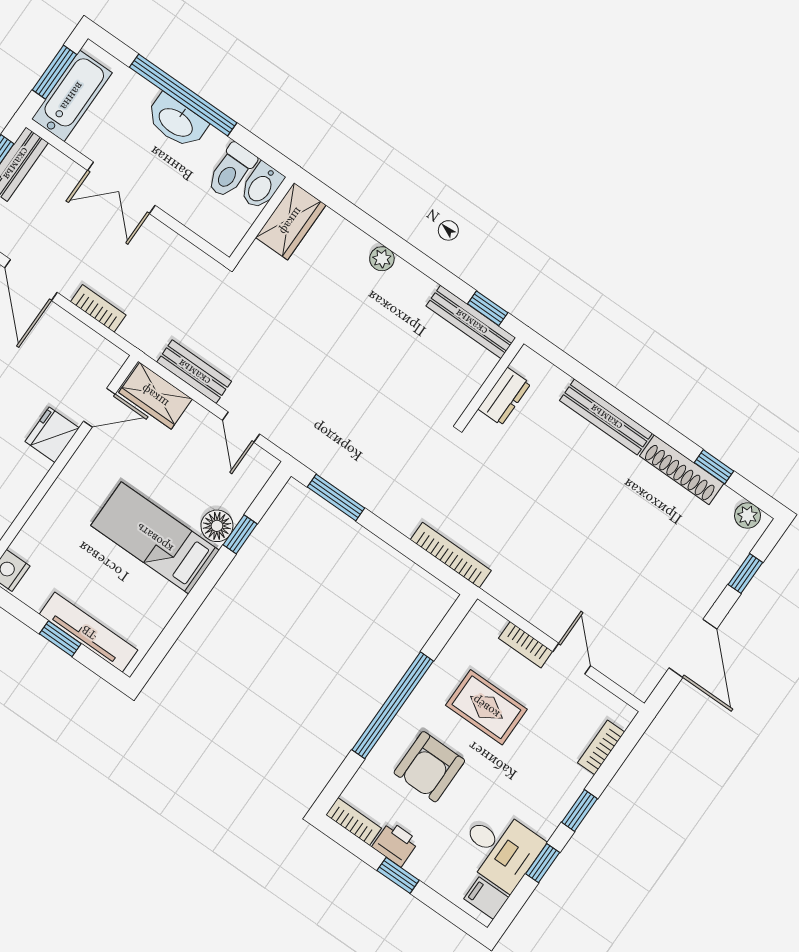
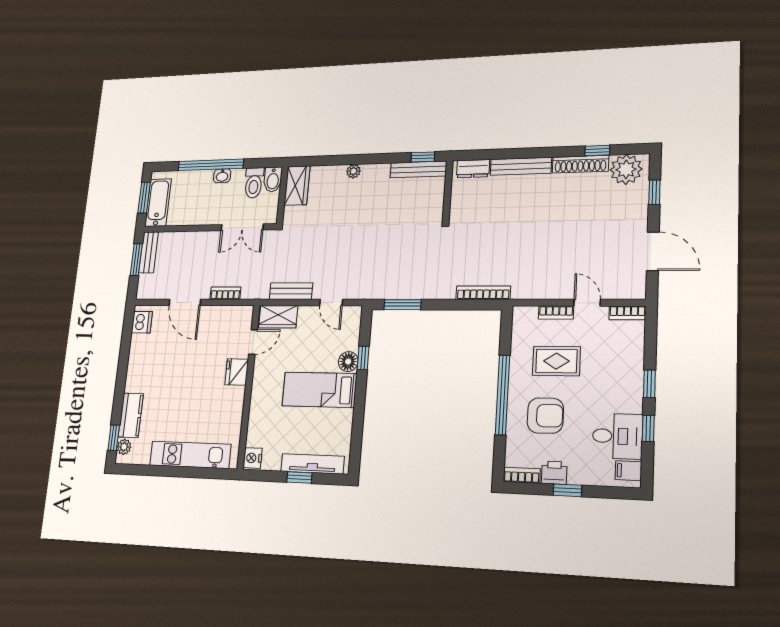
washbasin: (176, 122) -> (222, 176), width x0.52, depth x0.69
double door: (121, 188) -> (242, 227), moved
dresser: (504, 396) -> (473, 169), moved, turned 90
plant: (748, 516) -> (626, 169), width x1.88, depth x1.88
bookcase: (601, 747) -> (627, 313), moved, turned -90
armchair: (429, 767) -> (545, 416), turned -90

